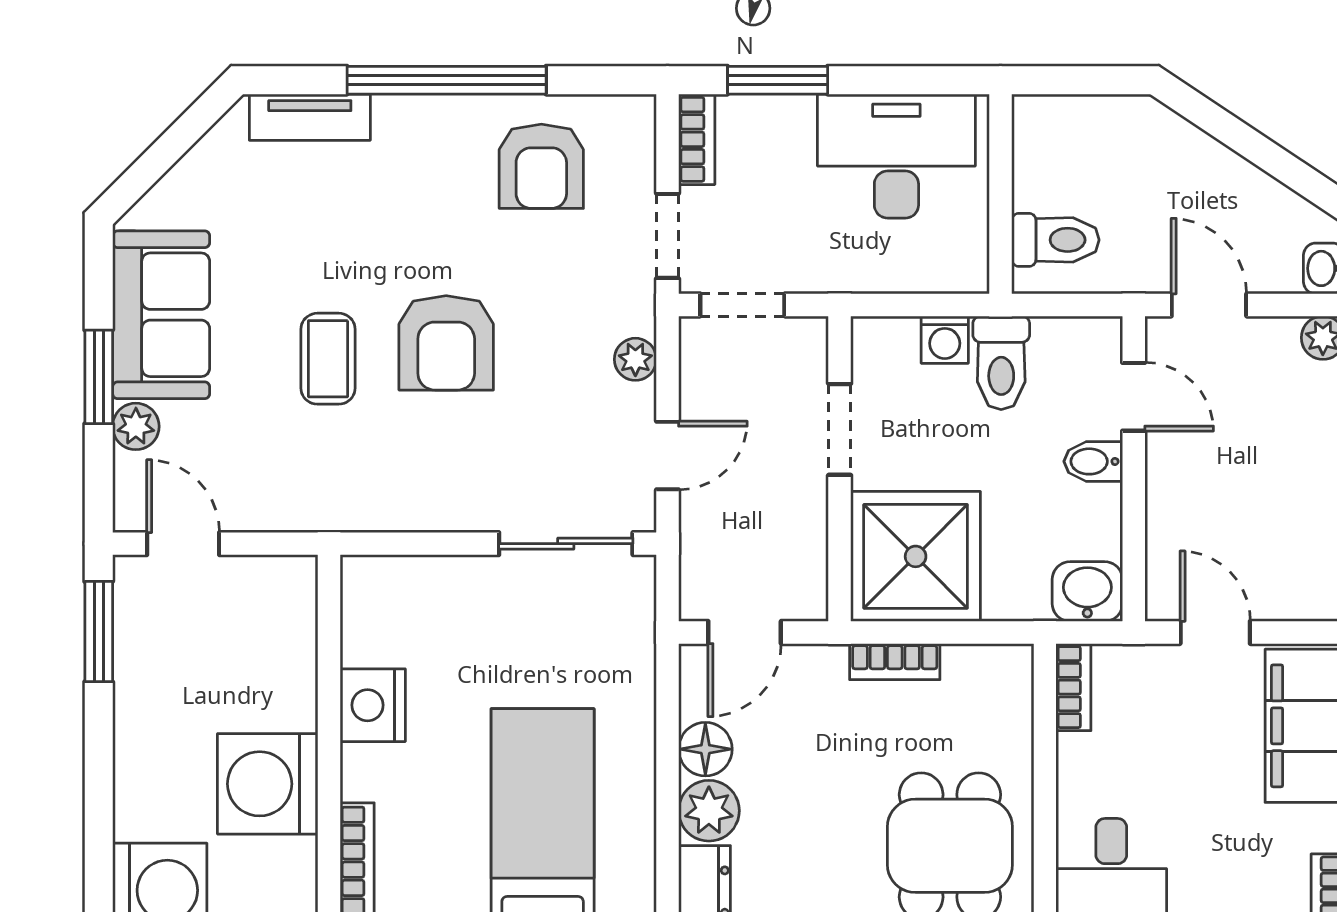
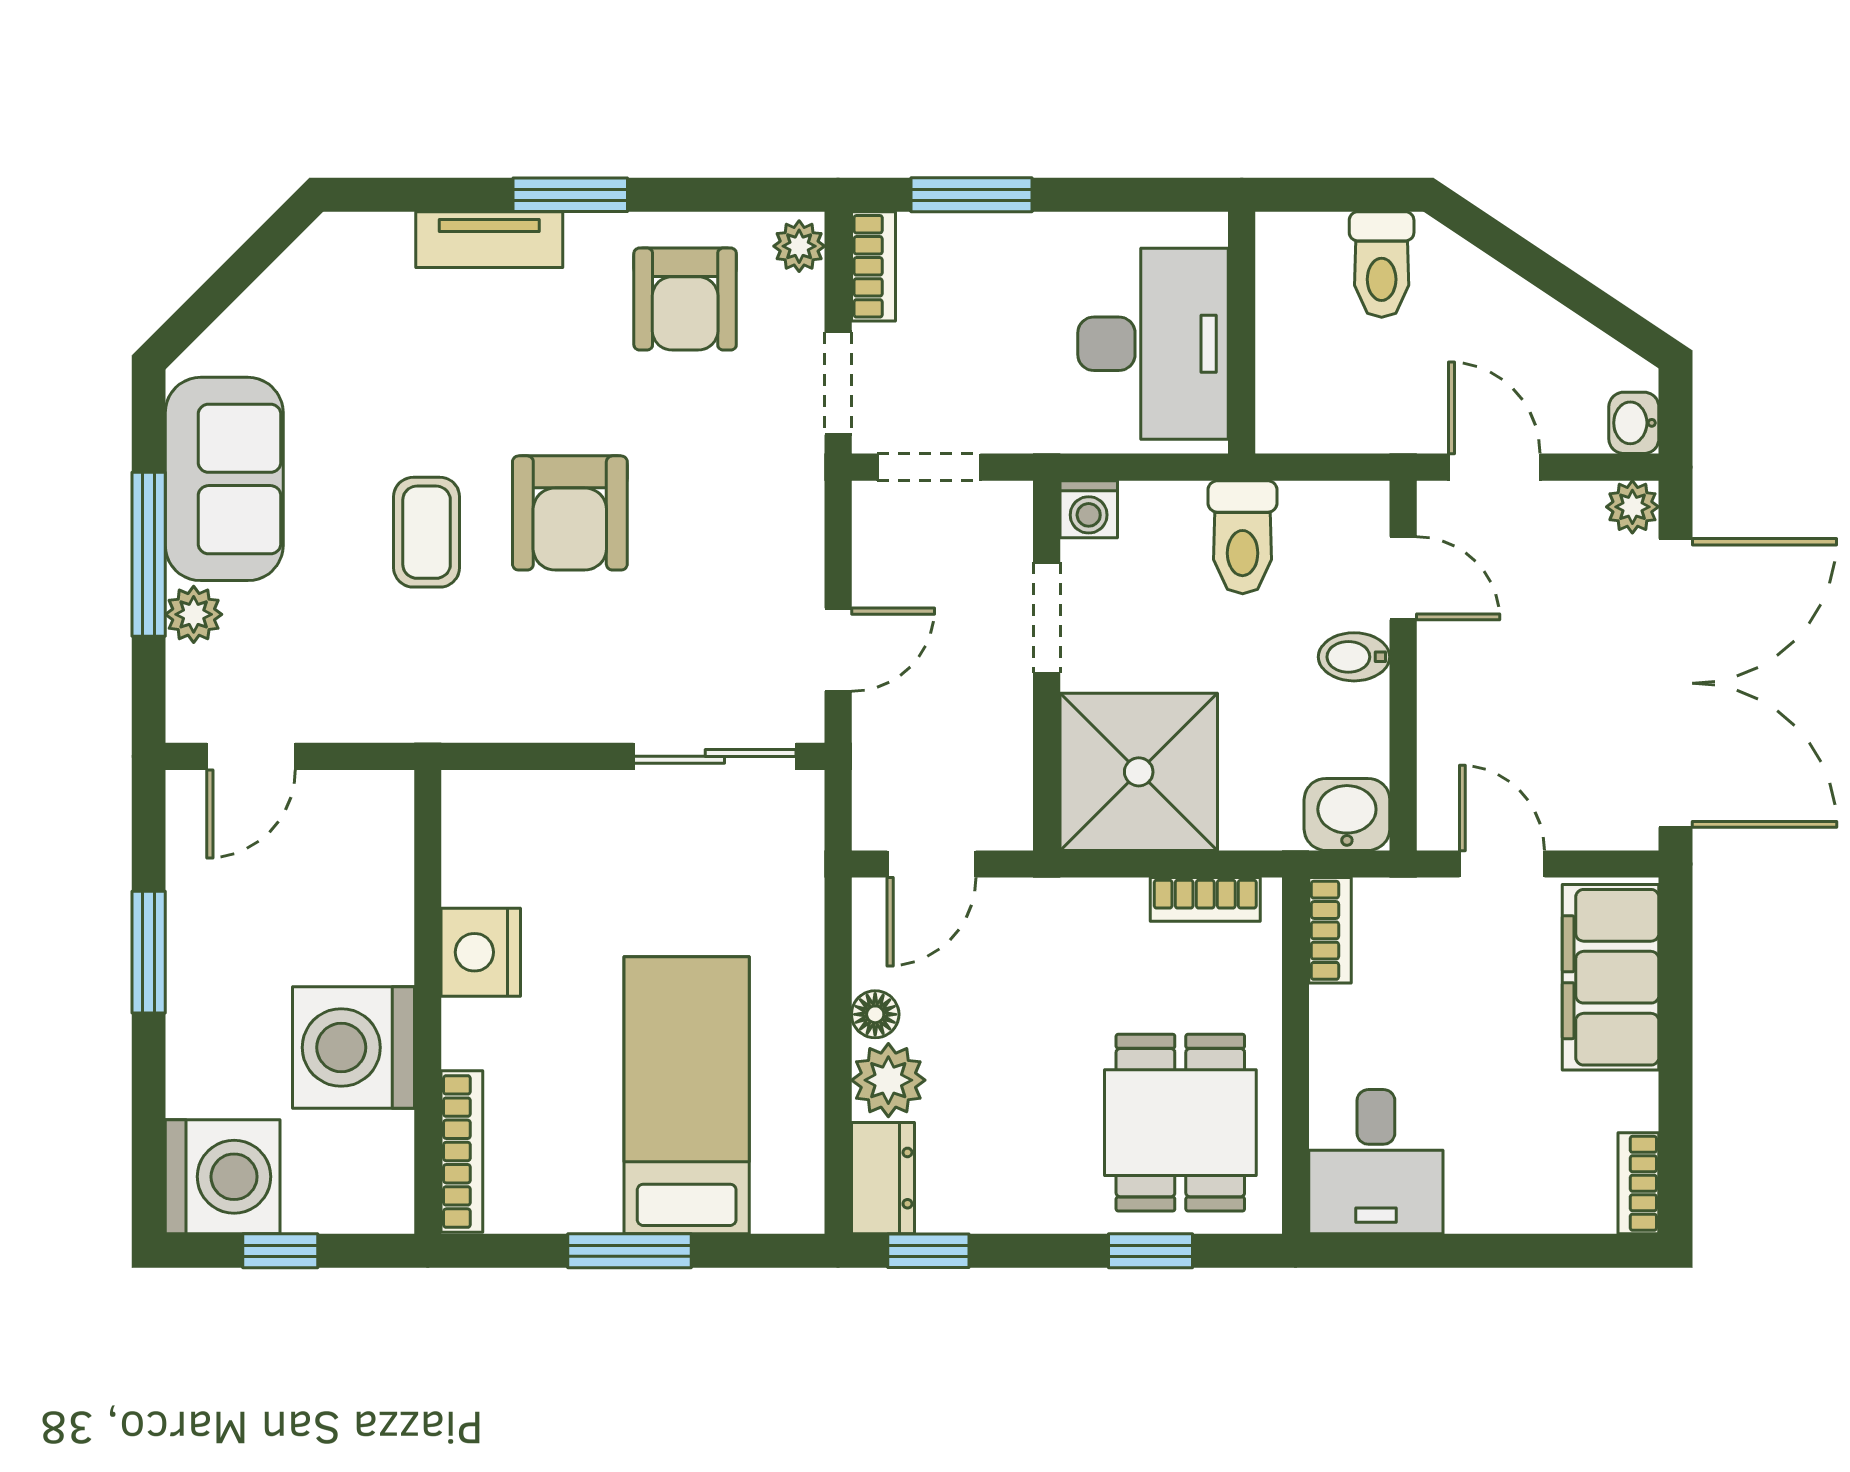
window: (447, 80) -> (570, 195), width x0.47
tv unit: (310, 117) -> (489, 240), moved
desk: (896, 156) -> (1153, 344), moved, turned 90
toilet: (1055, 240) -> (1382, 265), moved, turned 90
washing machine: (945, 340) -> (1089, 509), moved
plant: (635, 359) -> (799, 246), moved
window: (99, 377) -> (149, 554), width x1.44
door: (183, 544) -> (251, 756), swing flipped
window: (99, 632) -> (149, 952), moved
bookcase: (895, 662) -> (1205, 899), moved
floor lamp: (705, 749) -> (875, 1014), width x0.73, depth x0.73

